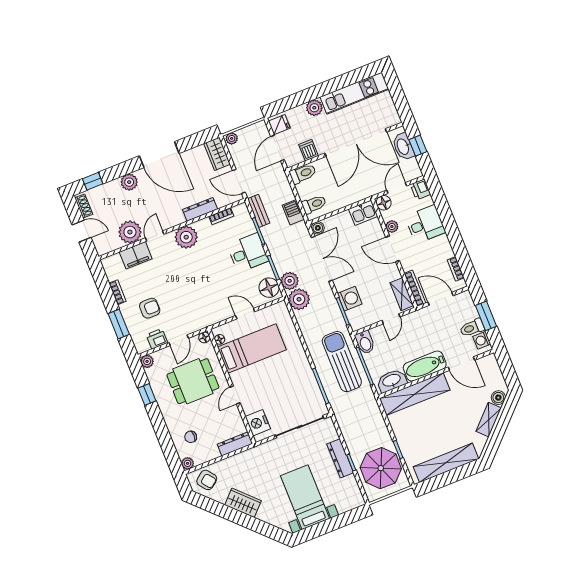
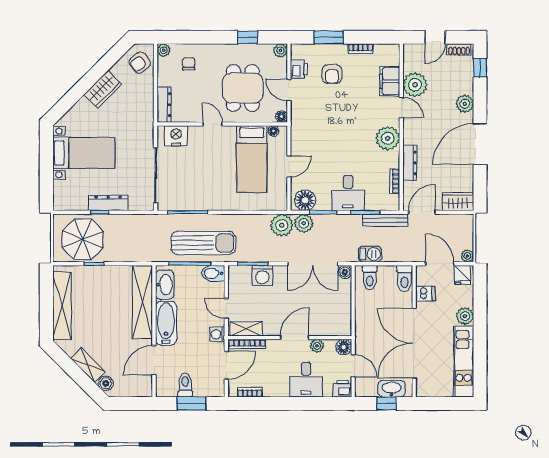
plant: (232, 138) -> (467, 256), moved
bench: (259, 211) -> (385, 220), width x1.36
kitchen sink: (363, 213) -> (342, 323), removed
washing machine: (482, 340) -> (217, 334), moved, turned -90

